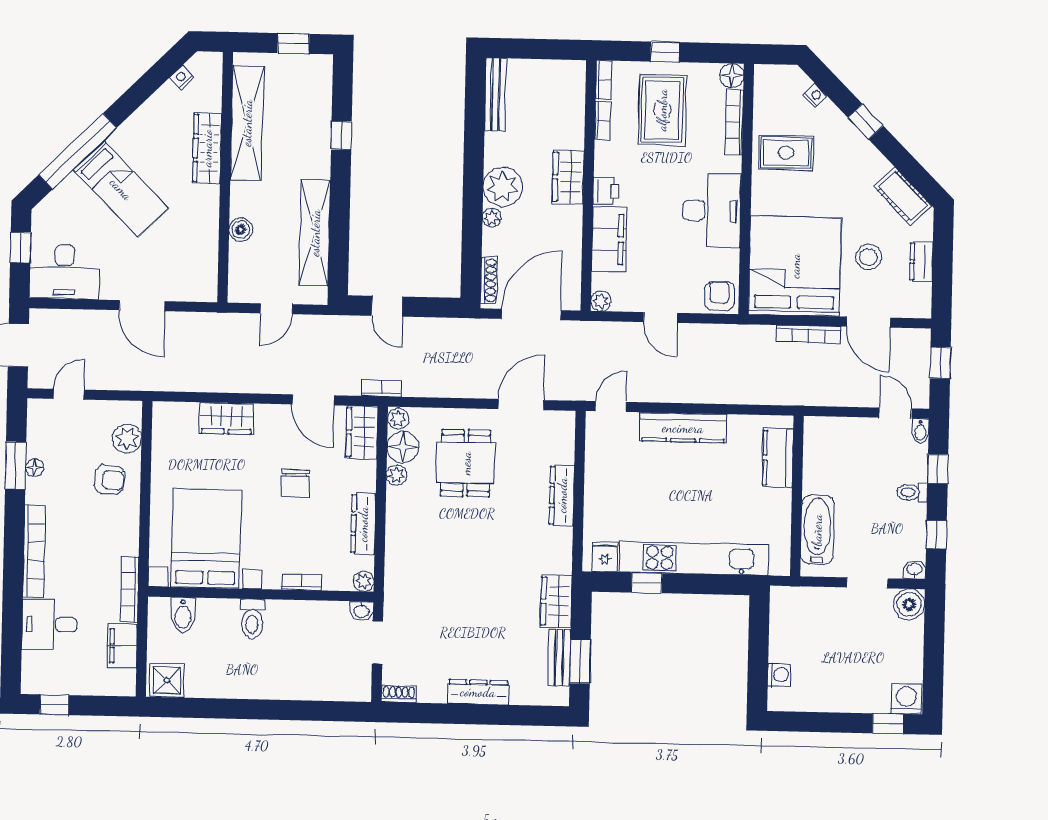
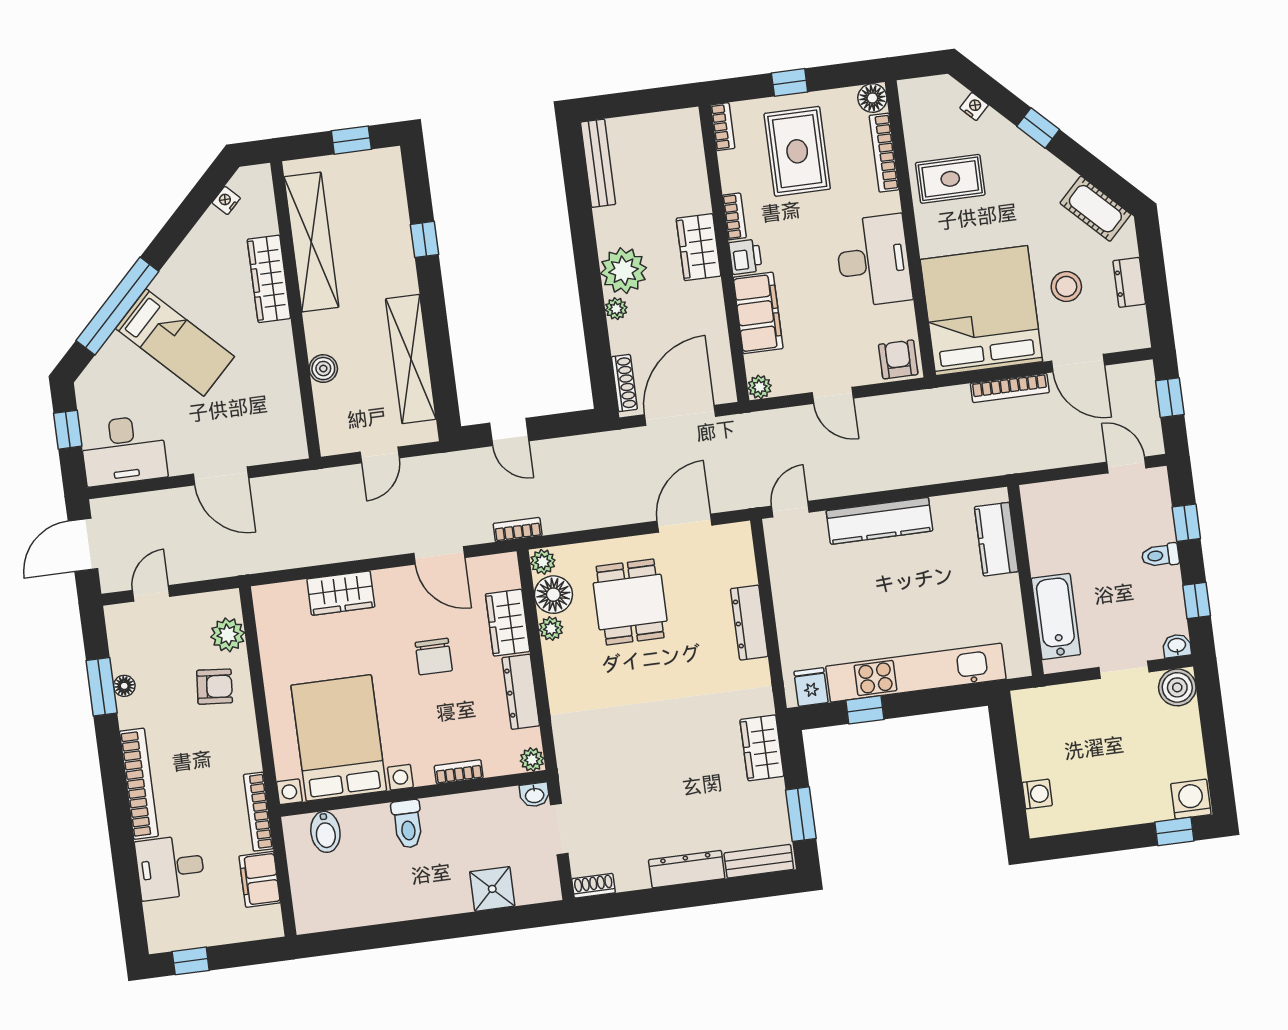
bookcase: (602, 121) -> (734, 216), moved
bidet: (920, 431) -> (1159, 481), removed
wardrobe: (362, 432) -> (508, 623), moved
bench: (559, 658) -> (759, 861), moved, turned 90
shower: (167, 680) -> (492, 889), moved

